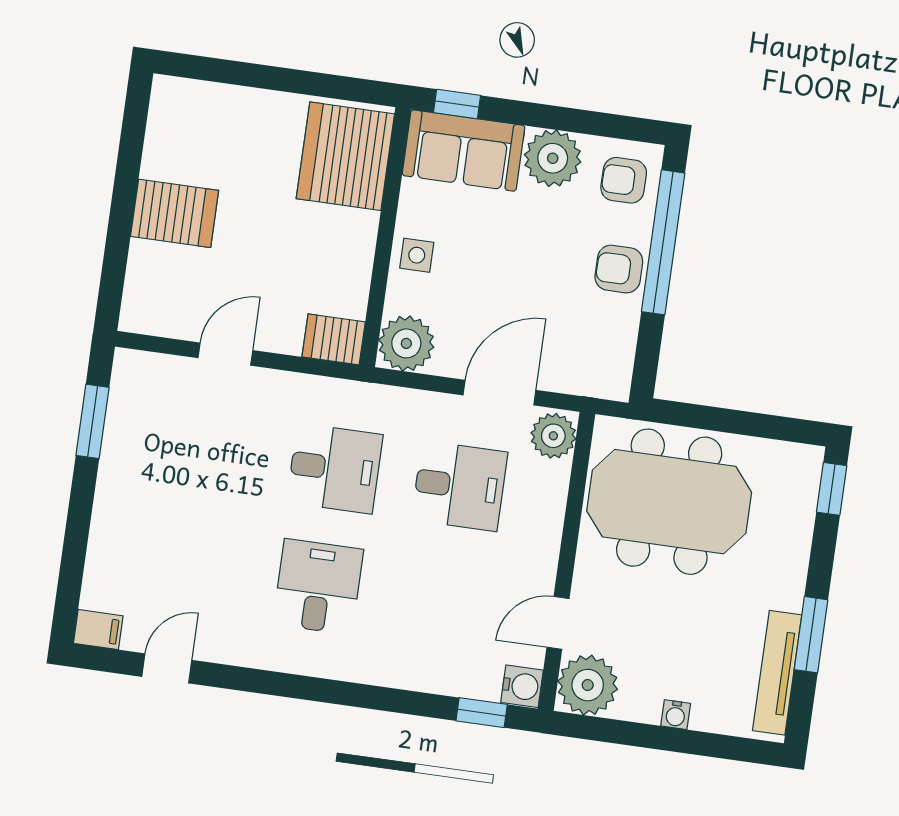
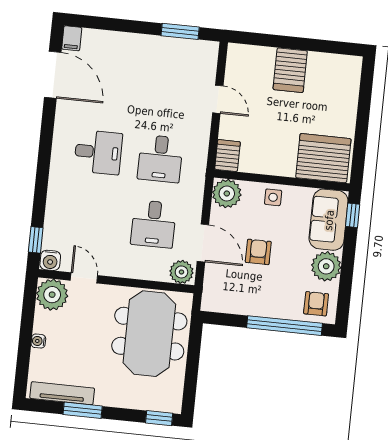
armchair: (619, 269) -> (258, 252), moved
door: (167, 668) -> (53, 75), width x1.88

